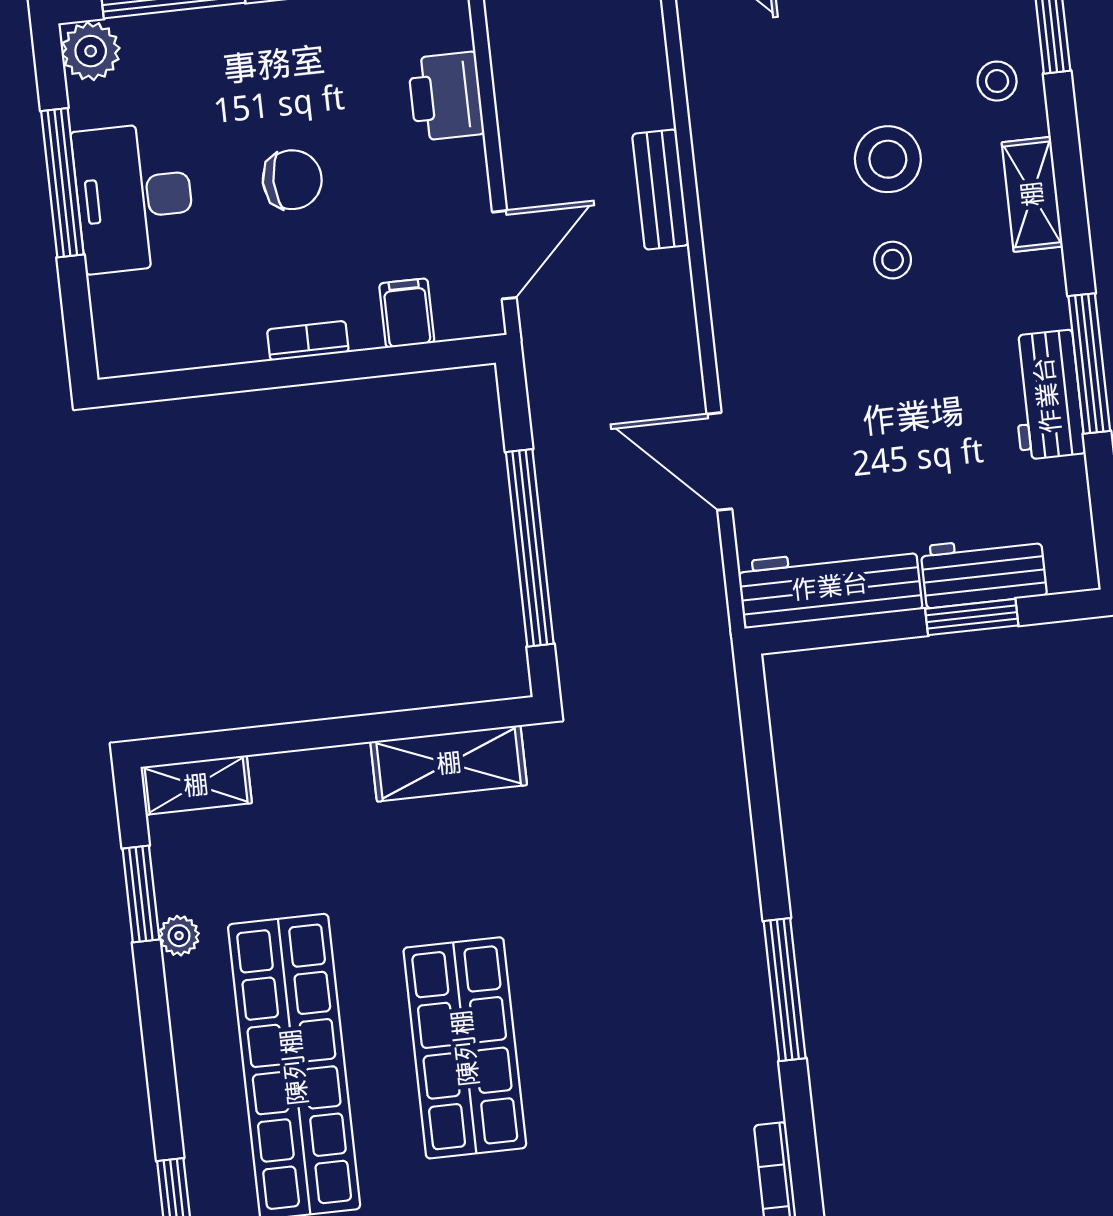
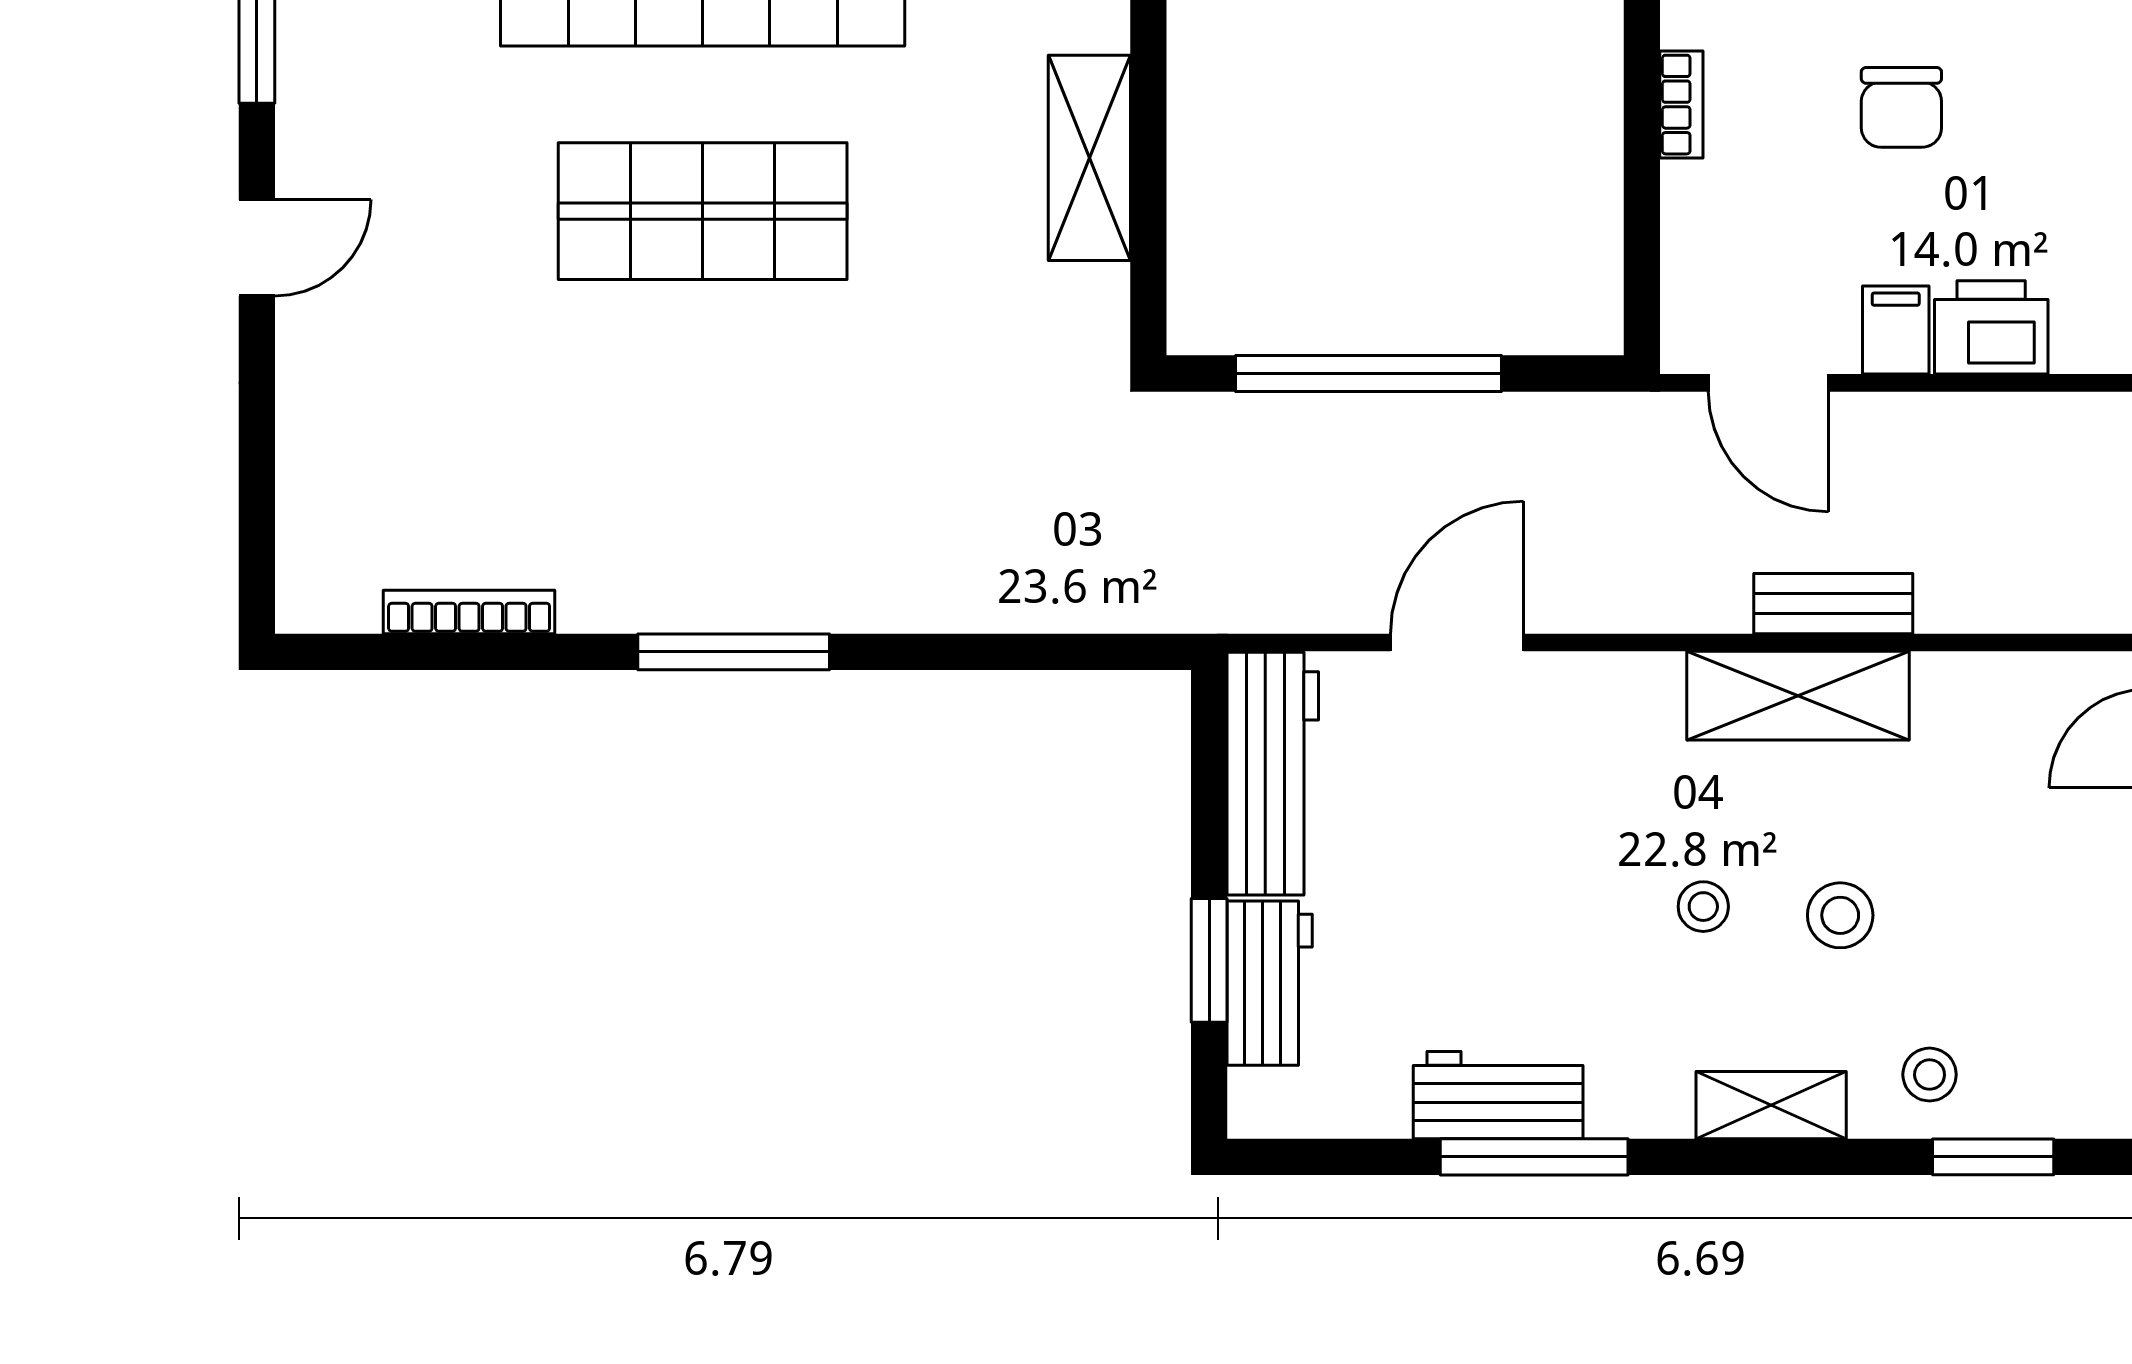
stool: (888, 159) -> (1840, 915), width x0.73, depth x0.73
shelving: (731, 208) -> (1798, 696), added
filing cabinet: (407, 313) -> (1896, 330), moved, turned -90
shelving: (449, 763) -> (1089, 158), moved

